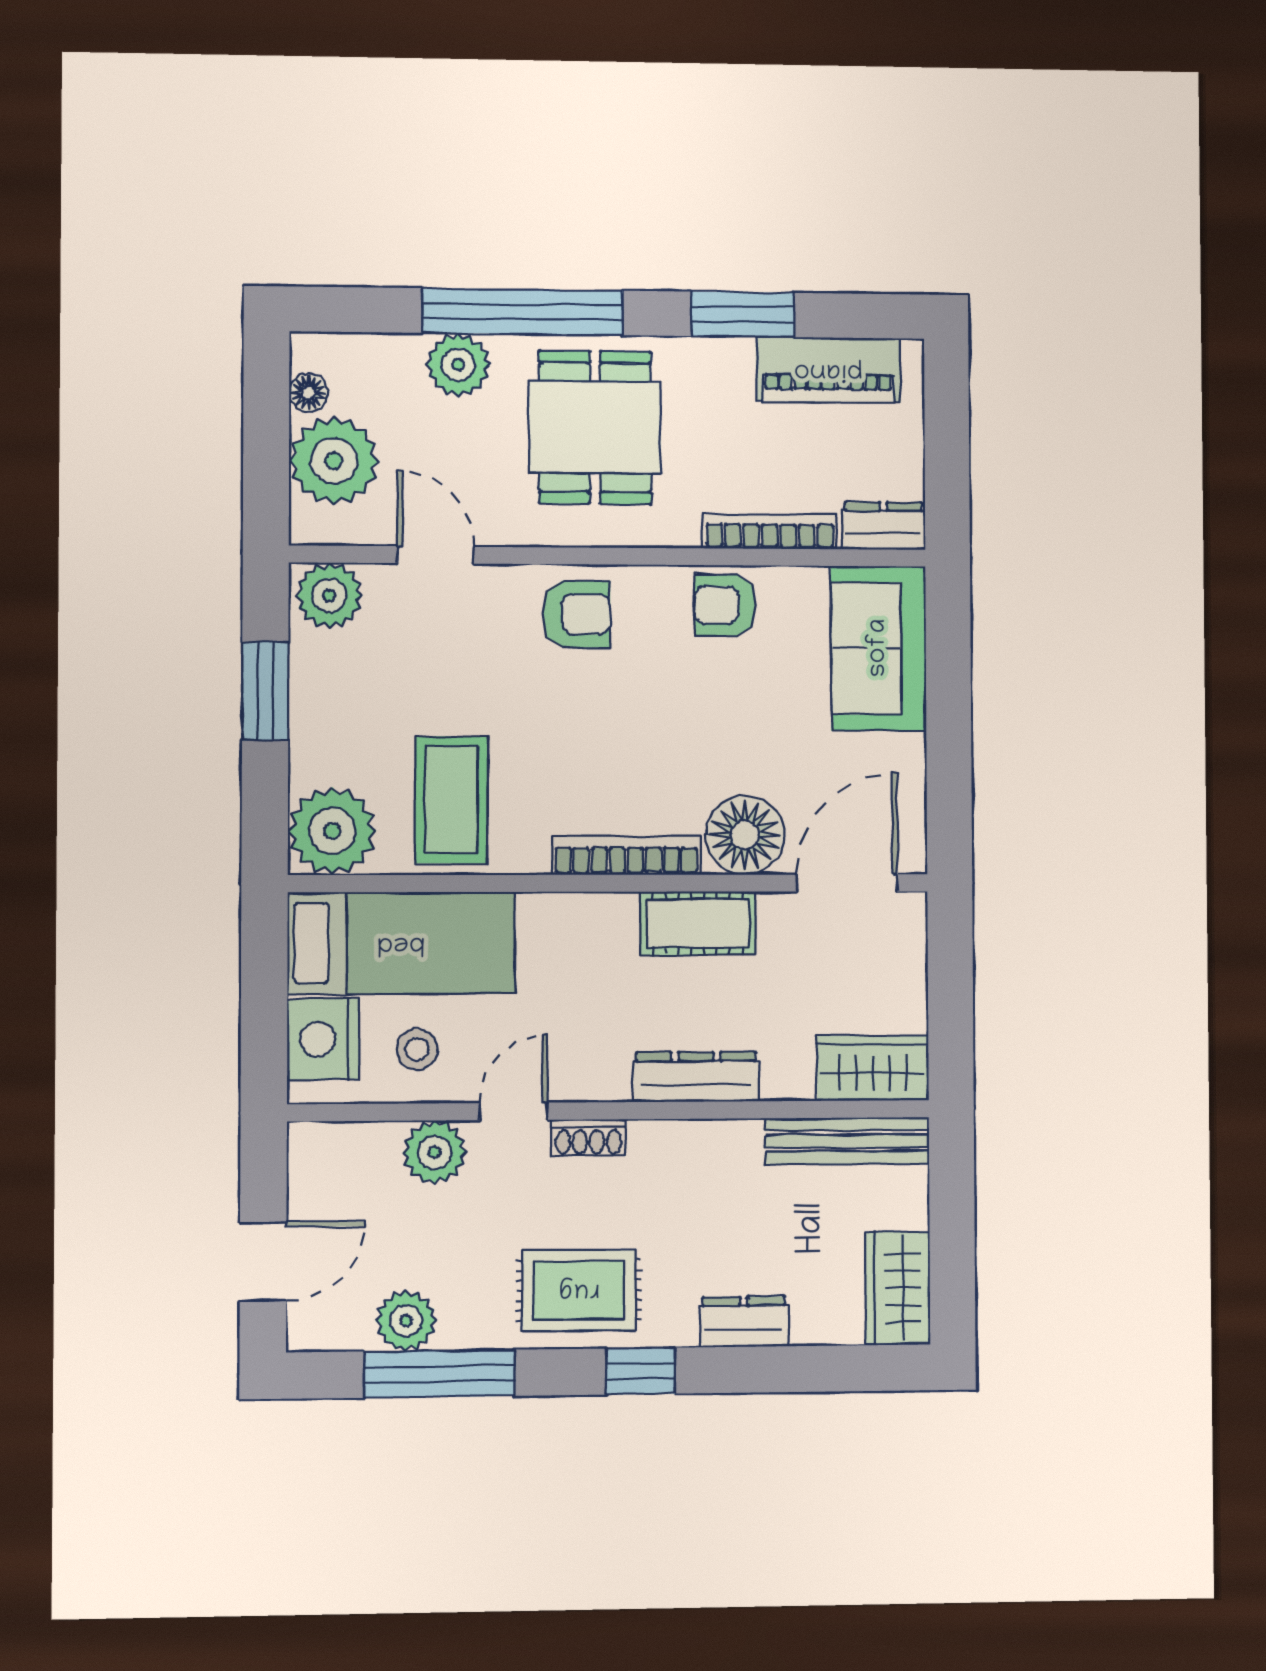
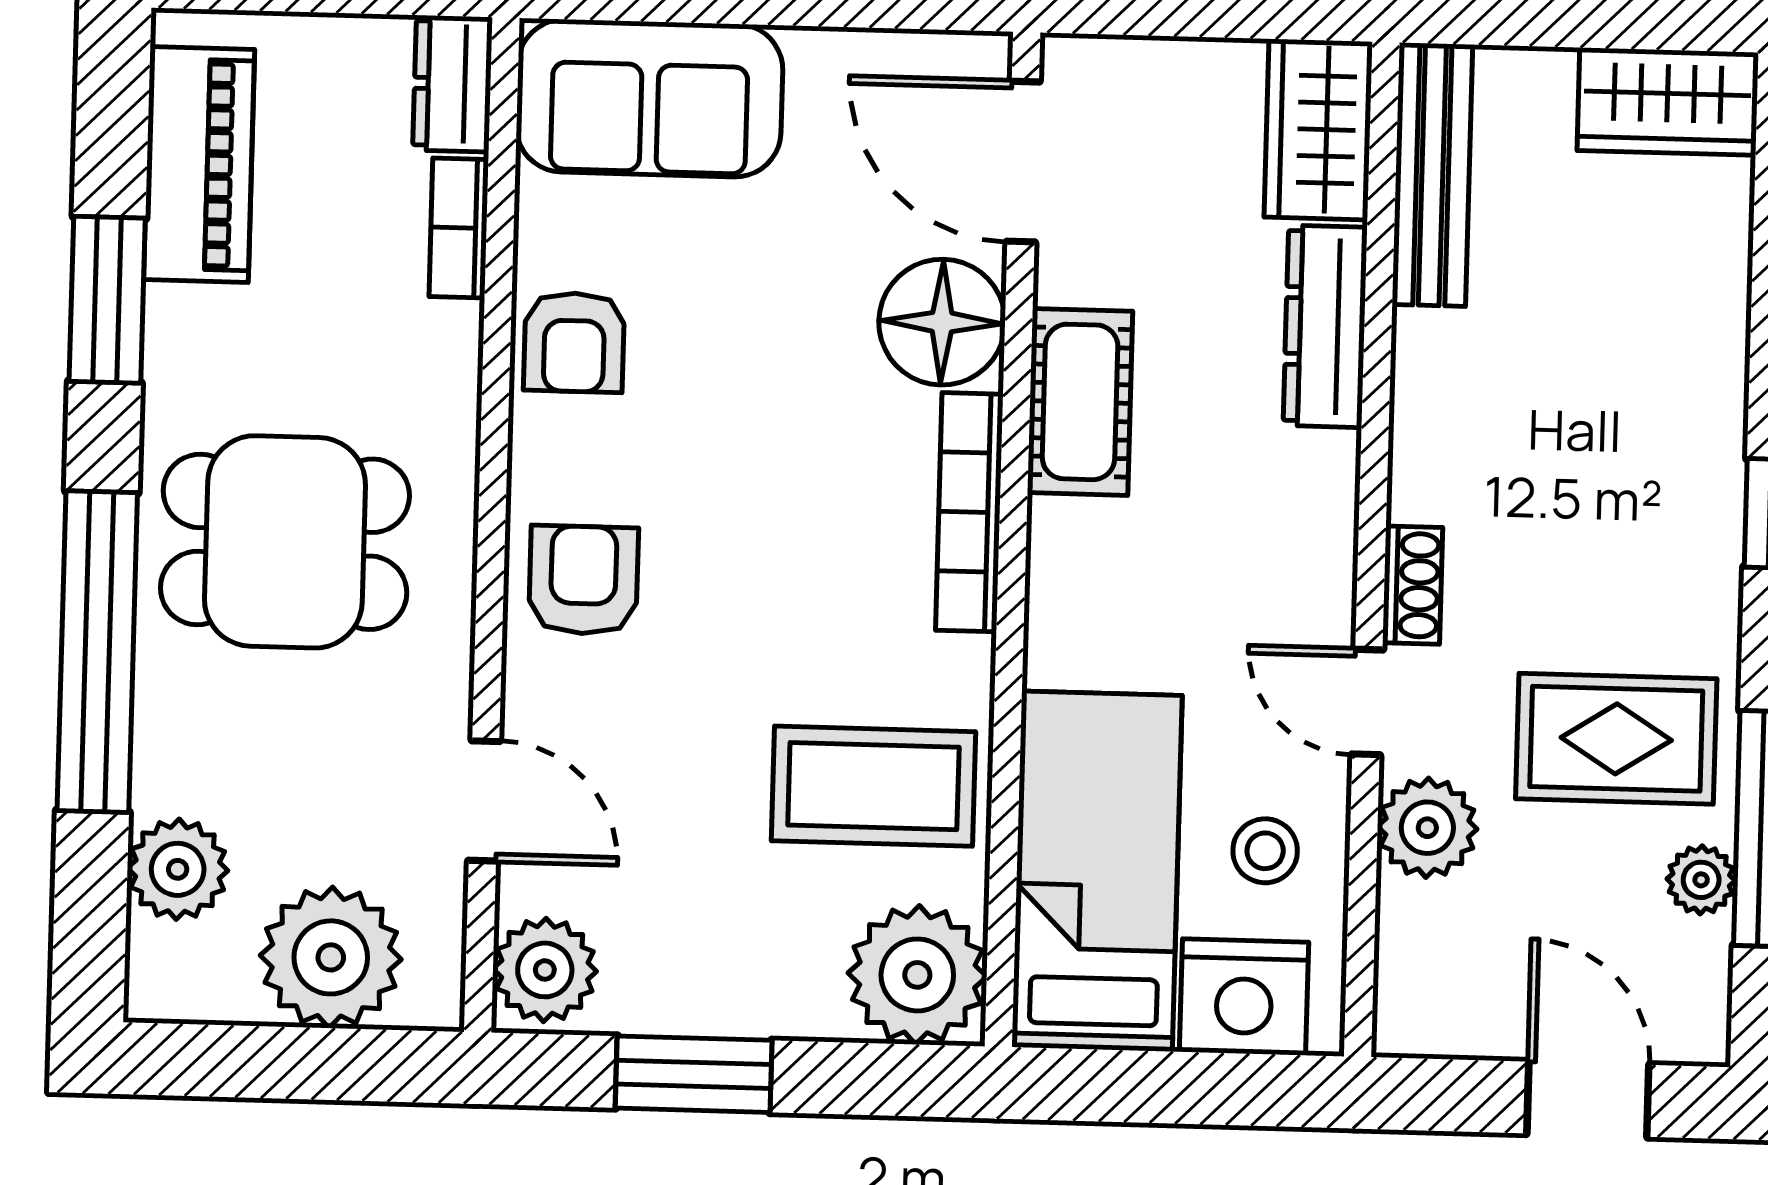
plant: (458, 365) -> (178, 869), moved
floor lamp: (309, 393) -> (221, 994), removed
bookcase: (770, 531) -> (459, 228), width x0.64
door: (436, 555) -> (484, 801), swing flipped
dresser: (696, 1077) -> (1325, 326), moved
rug: (579, 1290) -> (1616, 739), moved, turned 90
plant: (406, 1321) -> (1701, 880), width x0.73, depth x0.73
dresser: (744, 1322) -> (1711, 348), removed

